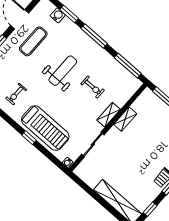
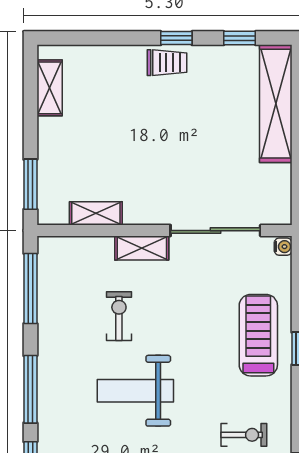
shelving: (125, 119) -> (96, 213), moved
treadmill: (45, 128) -> (258, 335), width x0.73, depth x0.73
sliding door: (93, 144) -> (215, 231), width x1.37

